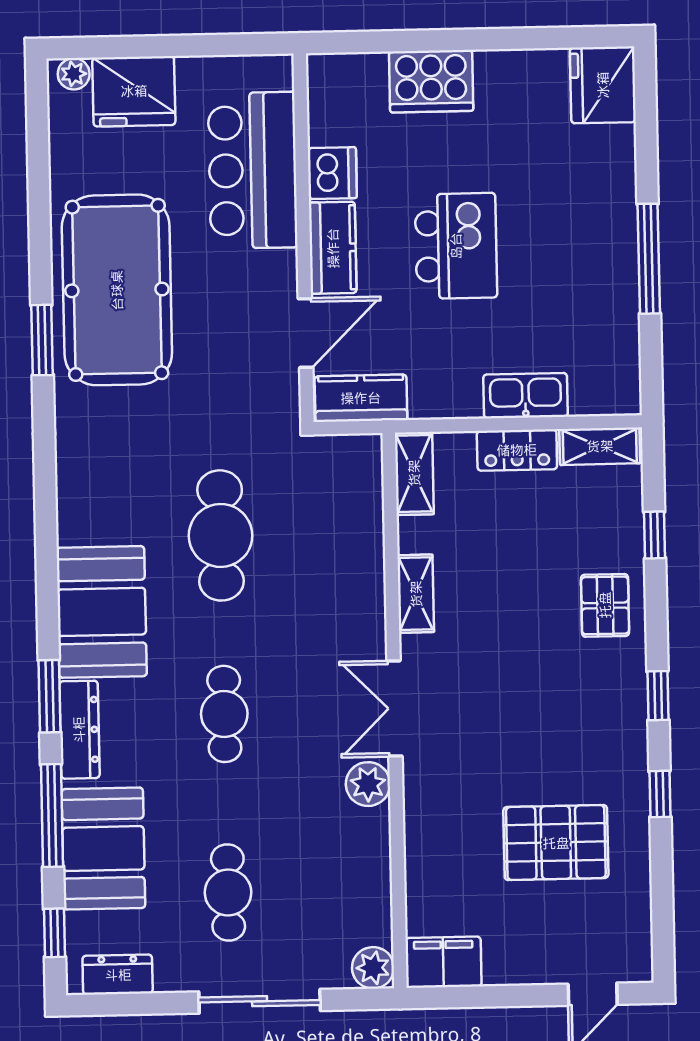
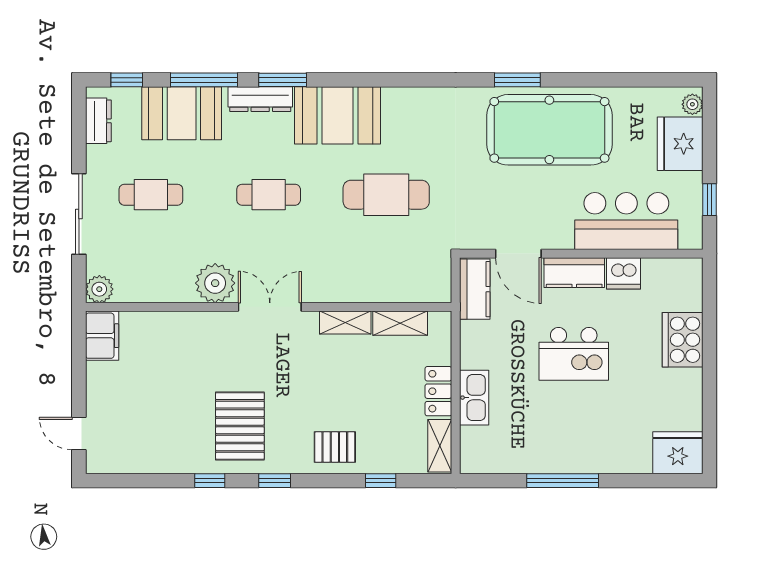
window: (218, 45) -> (709, 200), added
shelving: (414, 473) -> (400, 323), moved
plant: (368, 784) -> (215, 283), width x1.36, depth x1.36
pallet: (556, 843) -> (240, 426), moved

